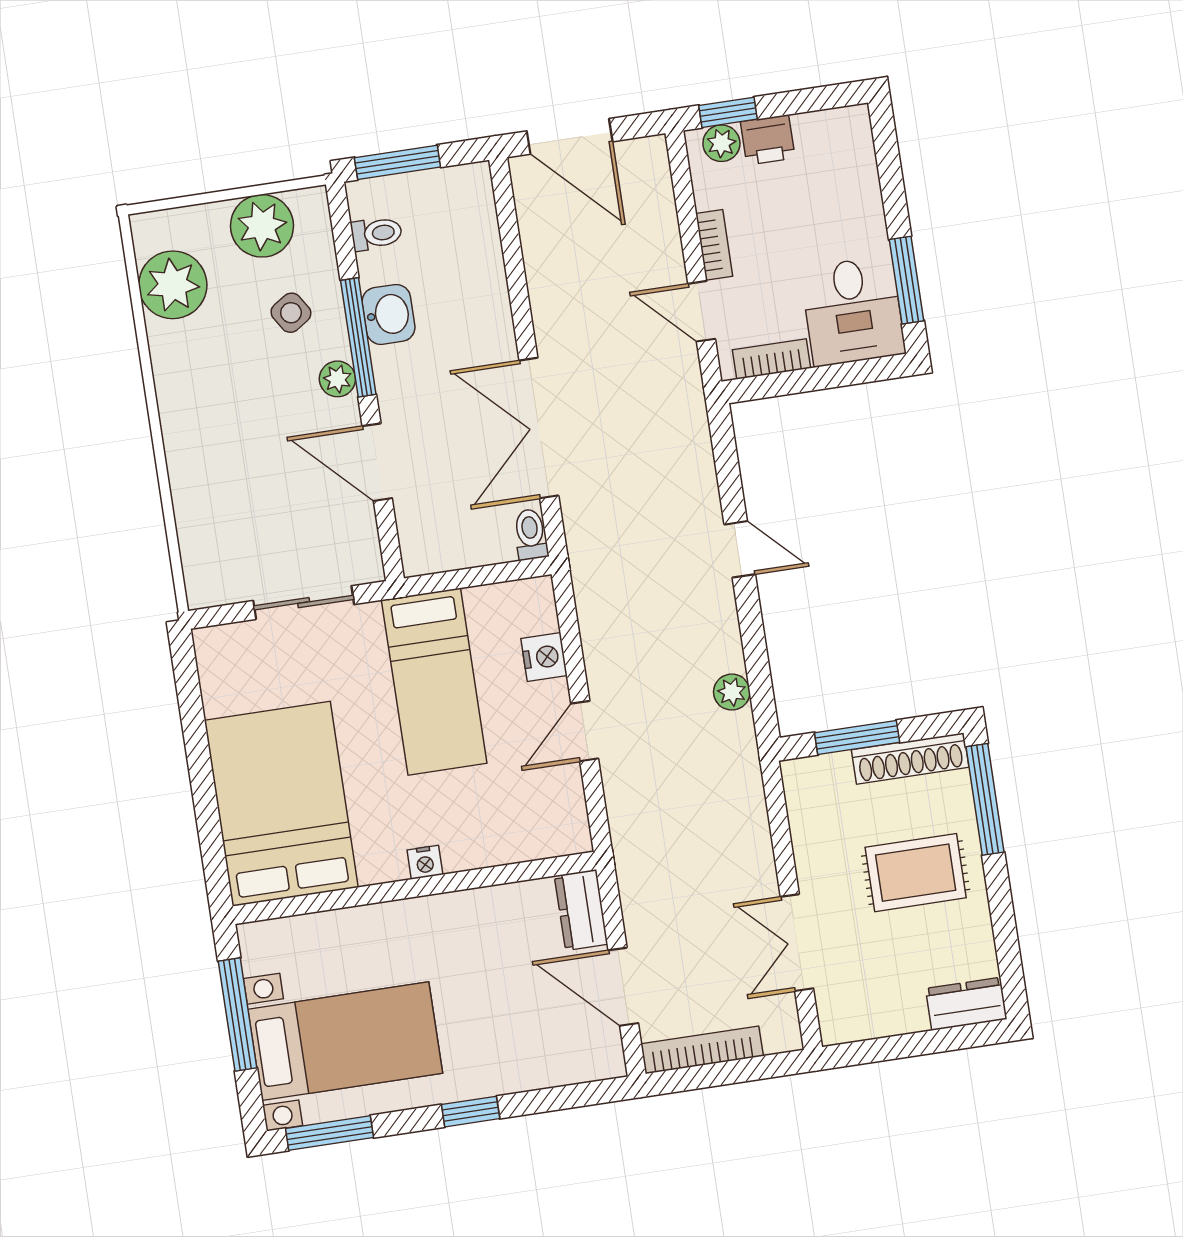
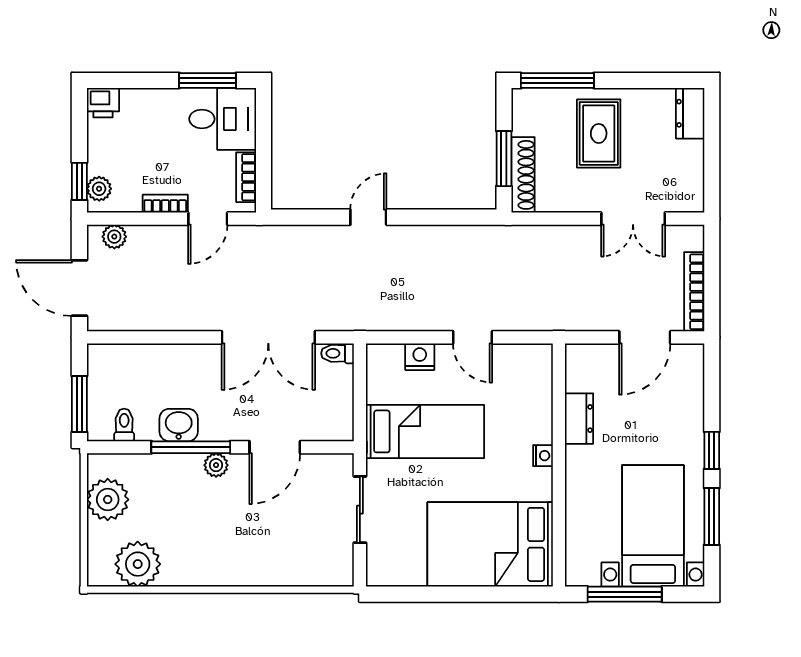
door: (570, 136) -> (79, 288), swing flipped
printer: (768, 140) -> (103, 103), moved, turned 90
side table: (291, 313) -> (168, 489), removed
plant: (732, 692) -> (114, 237), moved
shoe rack: (910, 758) -> (523, 175), moved
dresser: (581, 910) -> (579, 419), moved, turned -90
window: (330, 1133) -> (712, 516), moved

